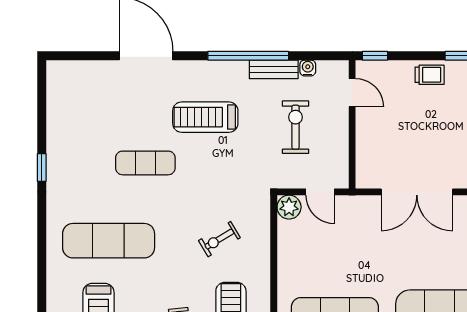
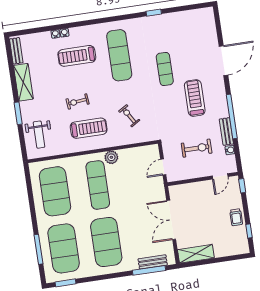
plant: (289, 207) -> (111, 157), moved

